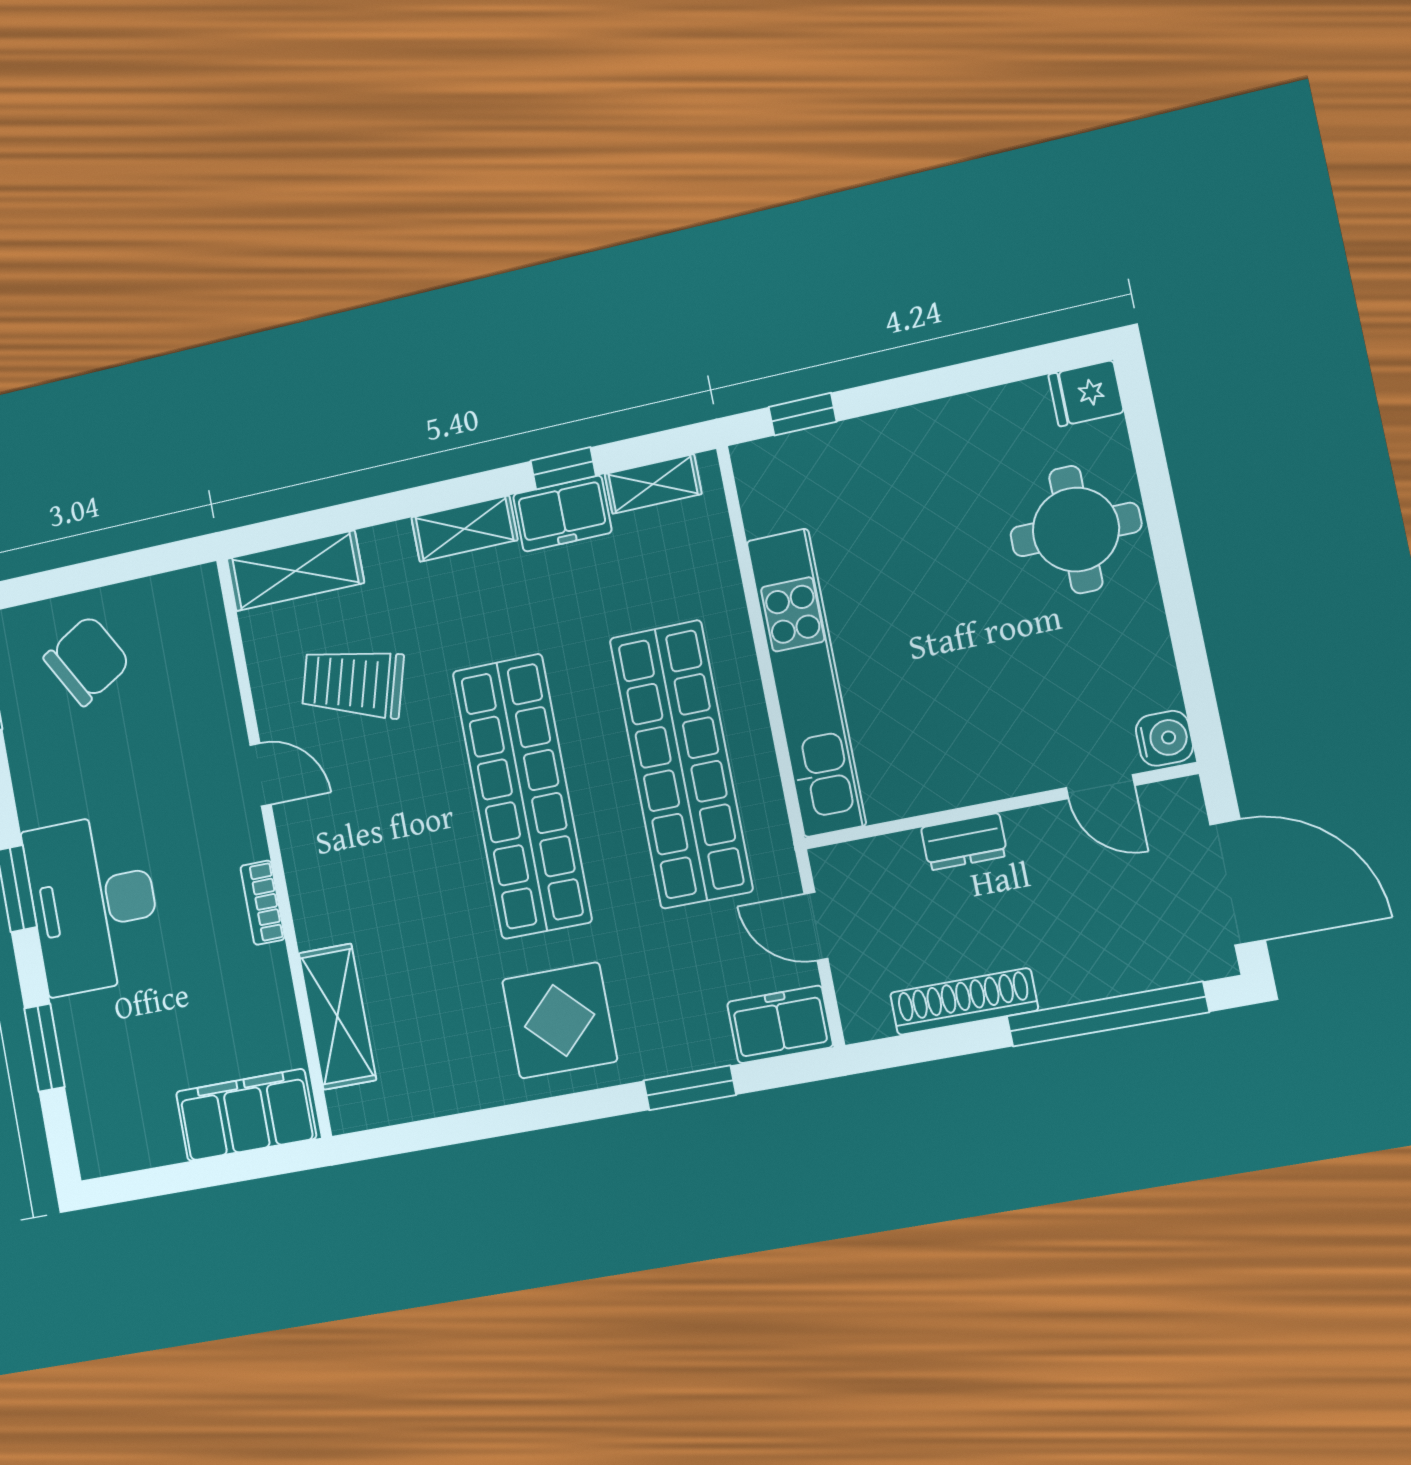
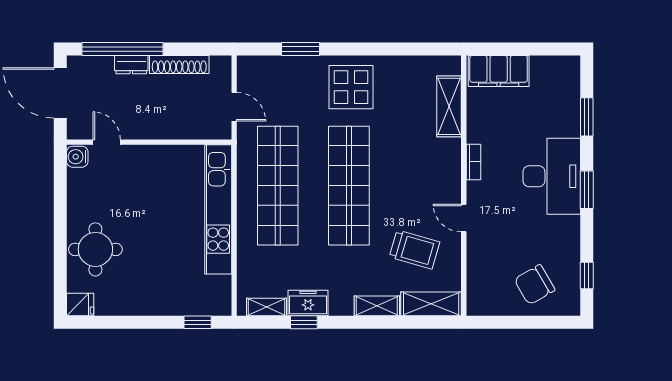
shelving: (464, 529) -> (377, 306), moved
dresser: (964, 842) -> (131, 65), moved, turned 180
freezer: (780, 1024) -> (257, 69), removed

